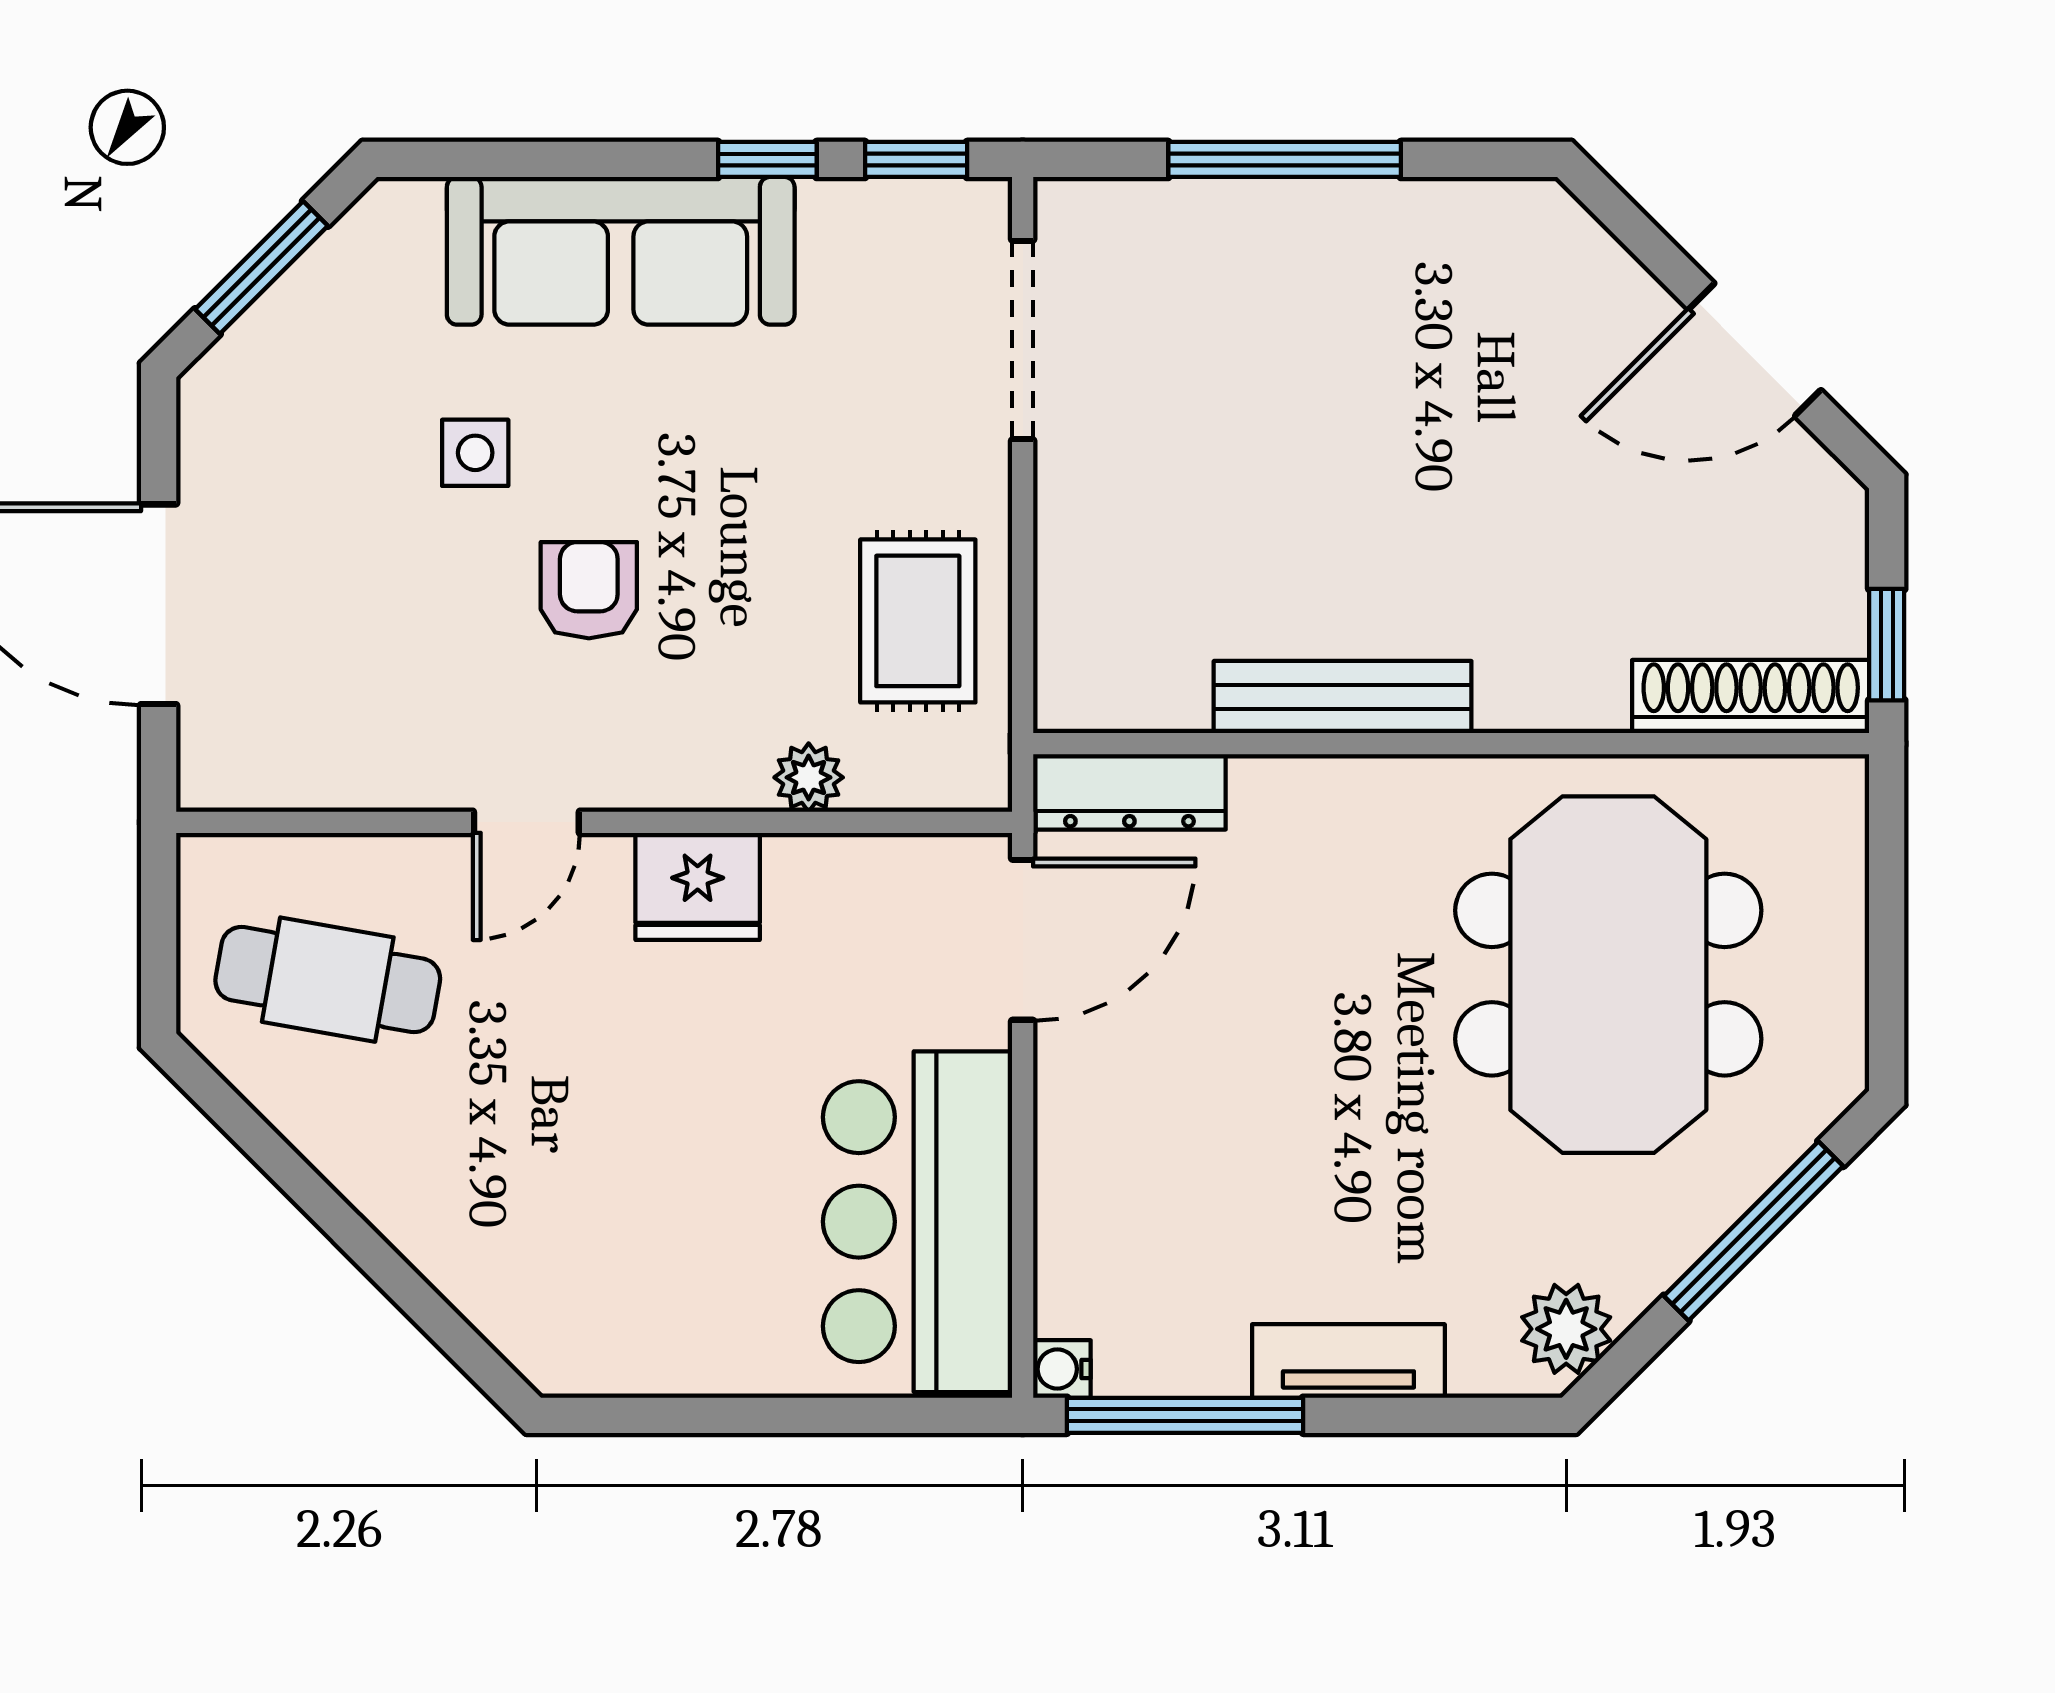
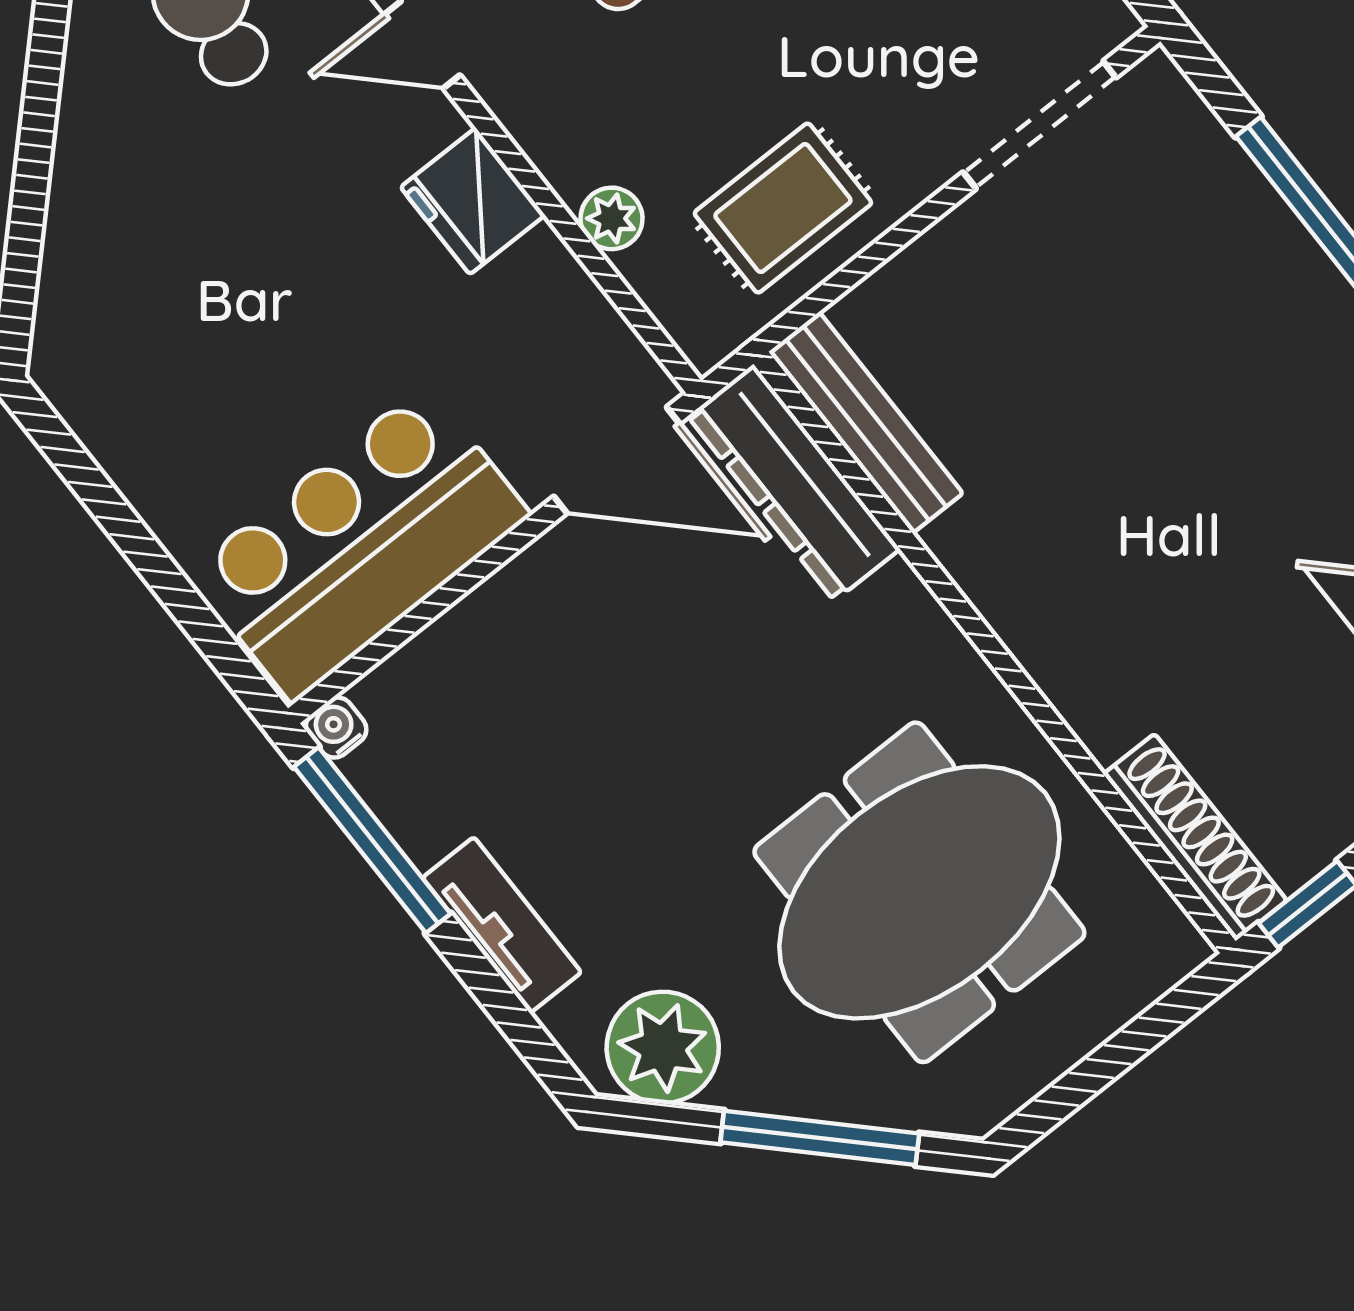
bench: (1343, 697) -> (866, 423), moved
dresser: (1129, 792) -> (794, 483), width x1.37, depth x1.24
plant: (1566, 1329) -> (663, 1047), width x1.36, depth x1.36

